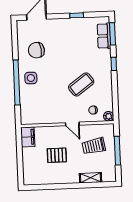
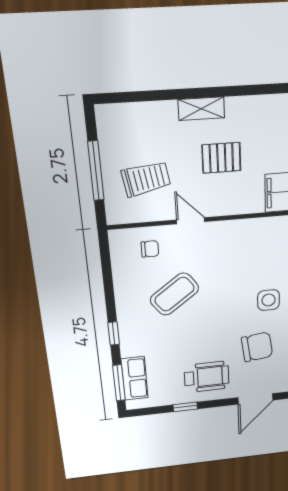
wheelchair: (64, 34) -> (207, 377), added
plant: (109, 116) -> (118, 238), removed
shelving: (91, 178) -> (201, 109), moved

